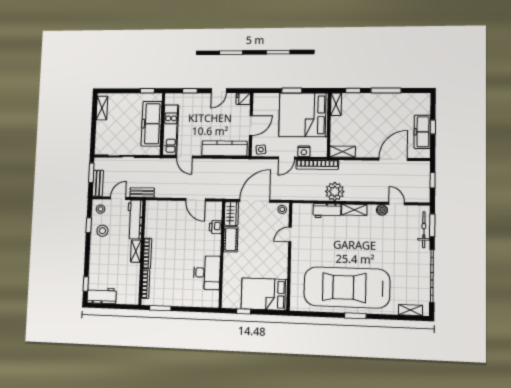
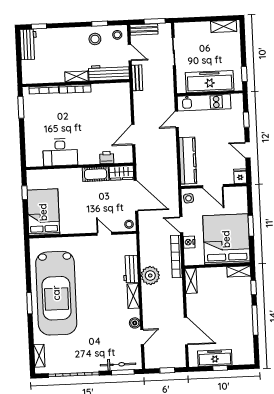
car: (347, 287) -> (56, 293), turned 180

